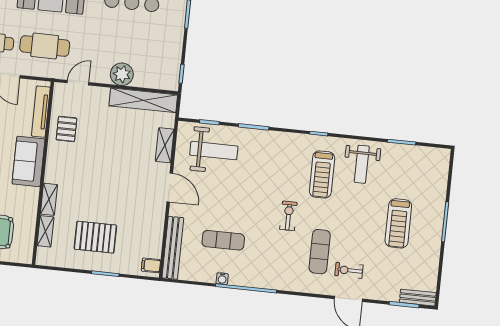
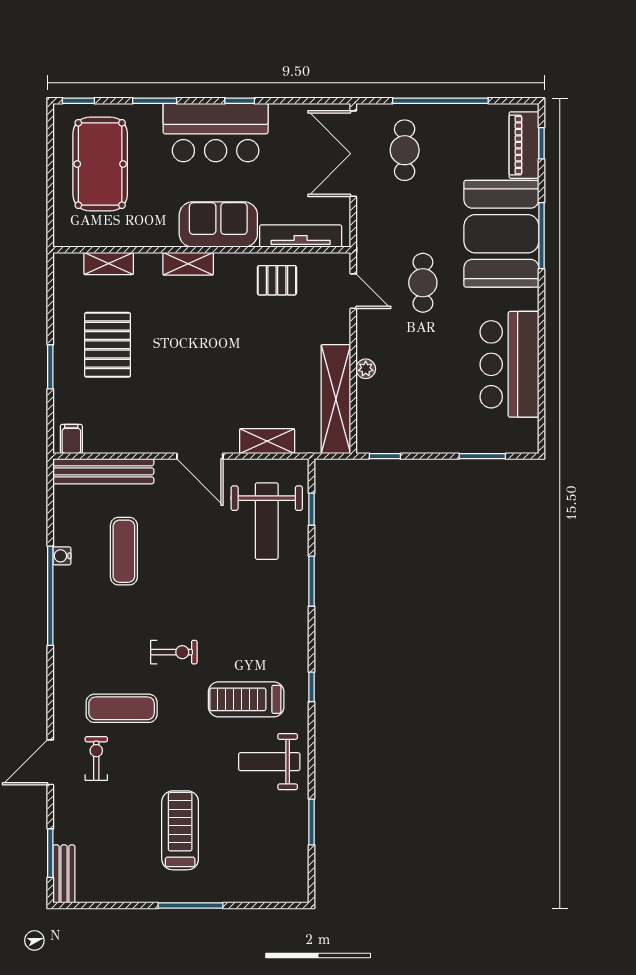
cafe table: (45, 46) -> (423, 283), moved, width x0.73, depth x0.74
plant: (122, 74) -> (366, 369), width x0.53, depth x0.53
door: (170, 187) -> (200, 456), hinge flipped
shelving: (49, 199) -> (188, 264), moved
treadmill: (398, 223) -> (180, 830), turned 90

